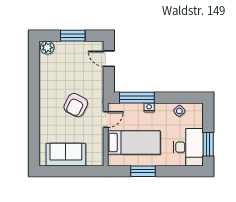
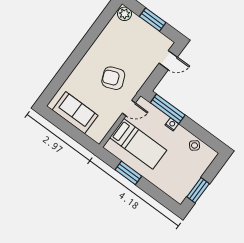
door: (109, 59) -> (168, 60), swing flipped
armchair: (76, 105) -> (113, 78), turned 41
desk: (188, 147) -> (180, 181), removed

